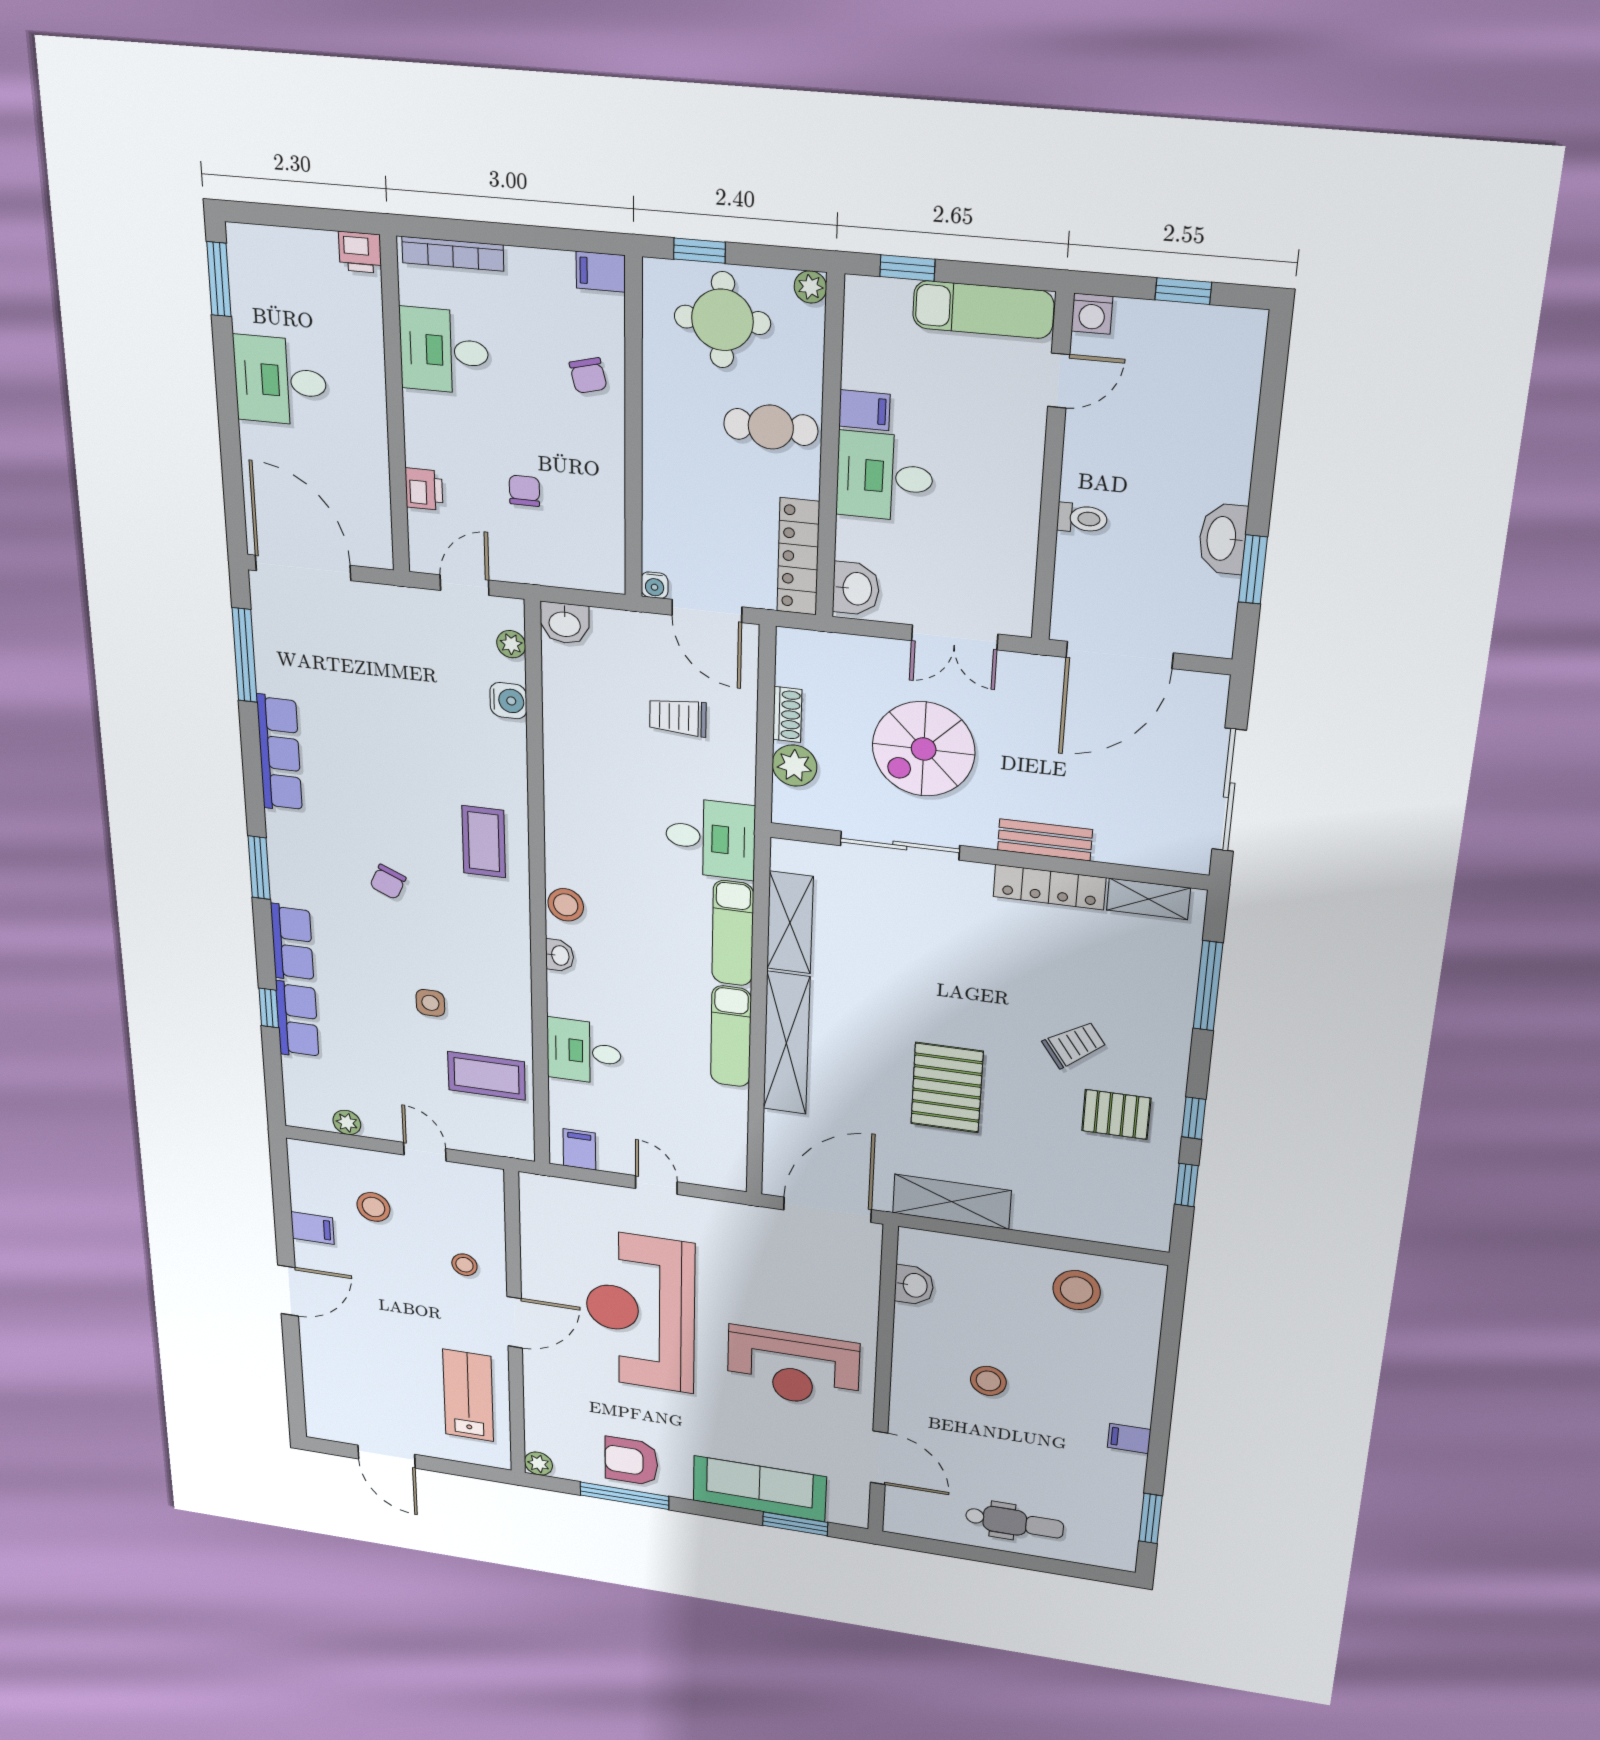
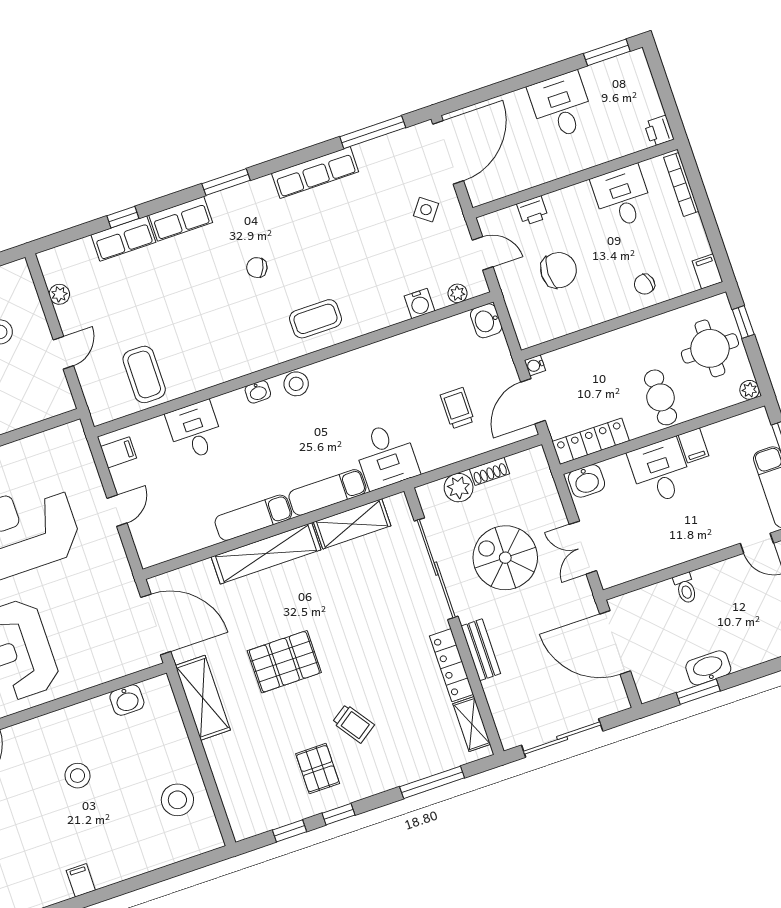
chair: (524, 491) -> (559, 270), width x1.87, depth x1.87
sliding door: (900, 846) -> (436, 569), width x1.36
side table: (430, 1003) -> (426, 210), moved, turned 37

